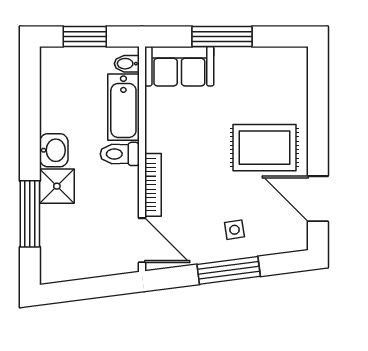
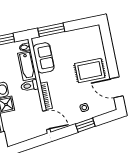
window: (222, 36) -> (51, 30), moved
sofa: (179, 66) -> (44, 58), moved, turned -90
window: (229, 270) -> (85, 125), width x0.69

